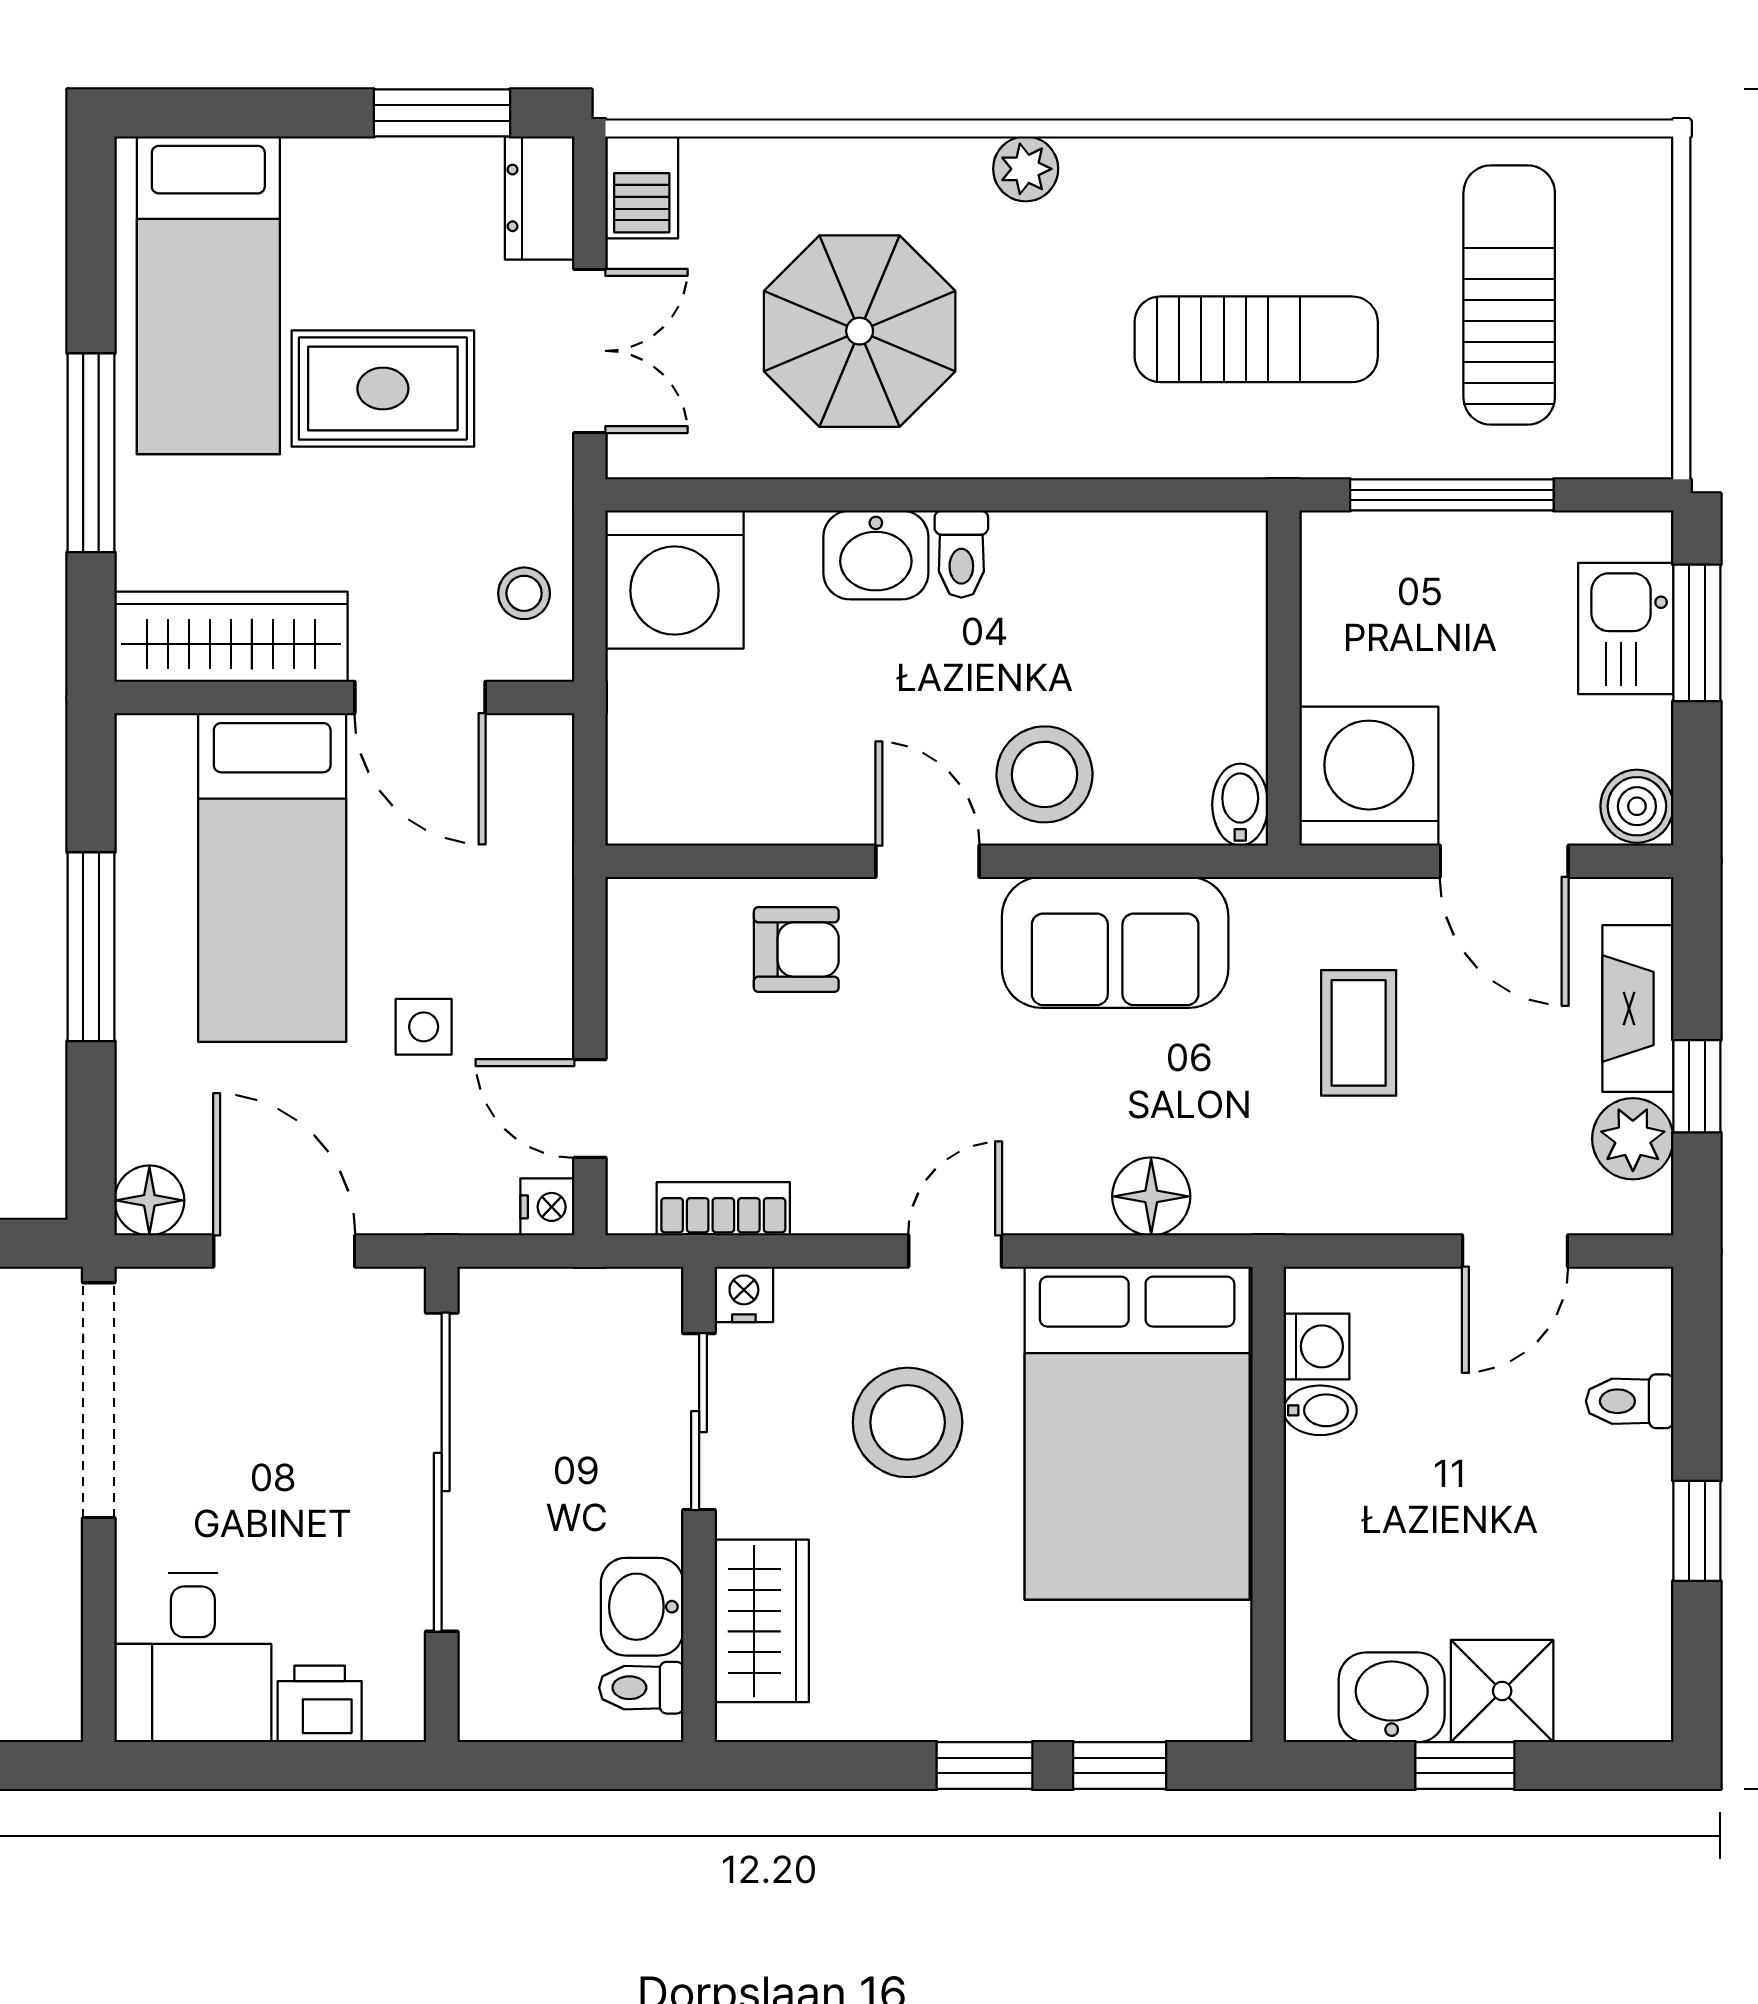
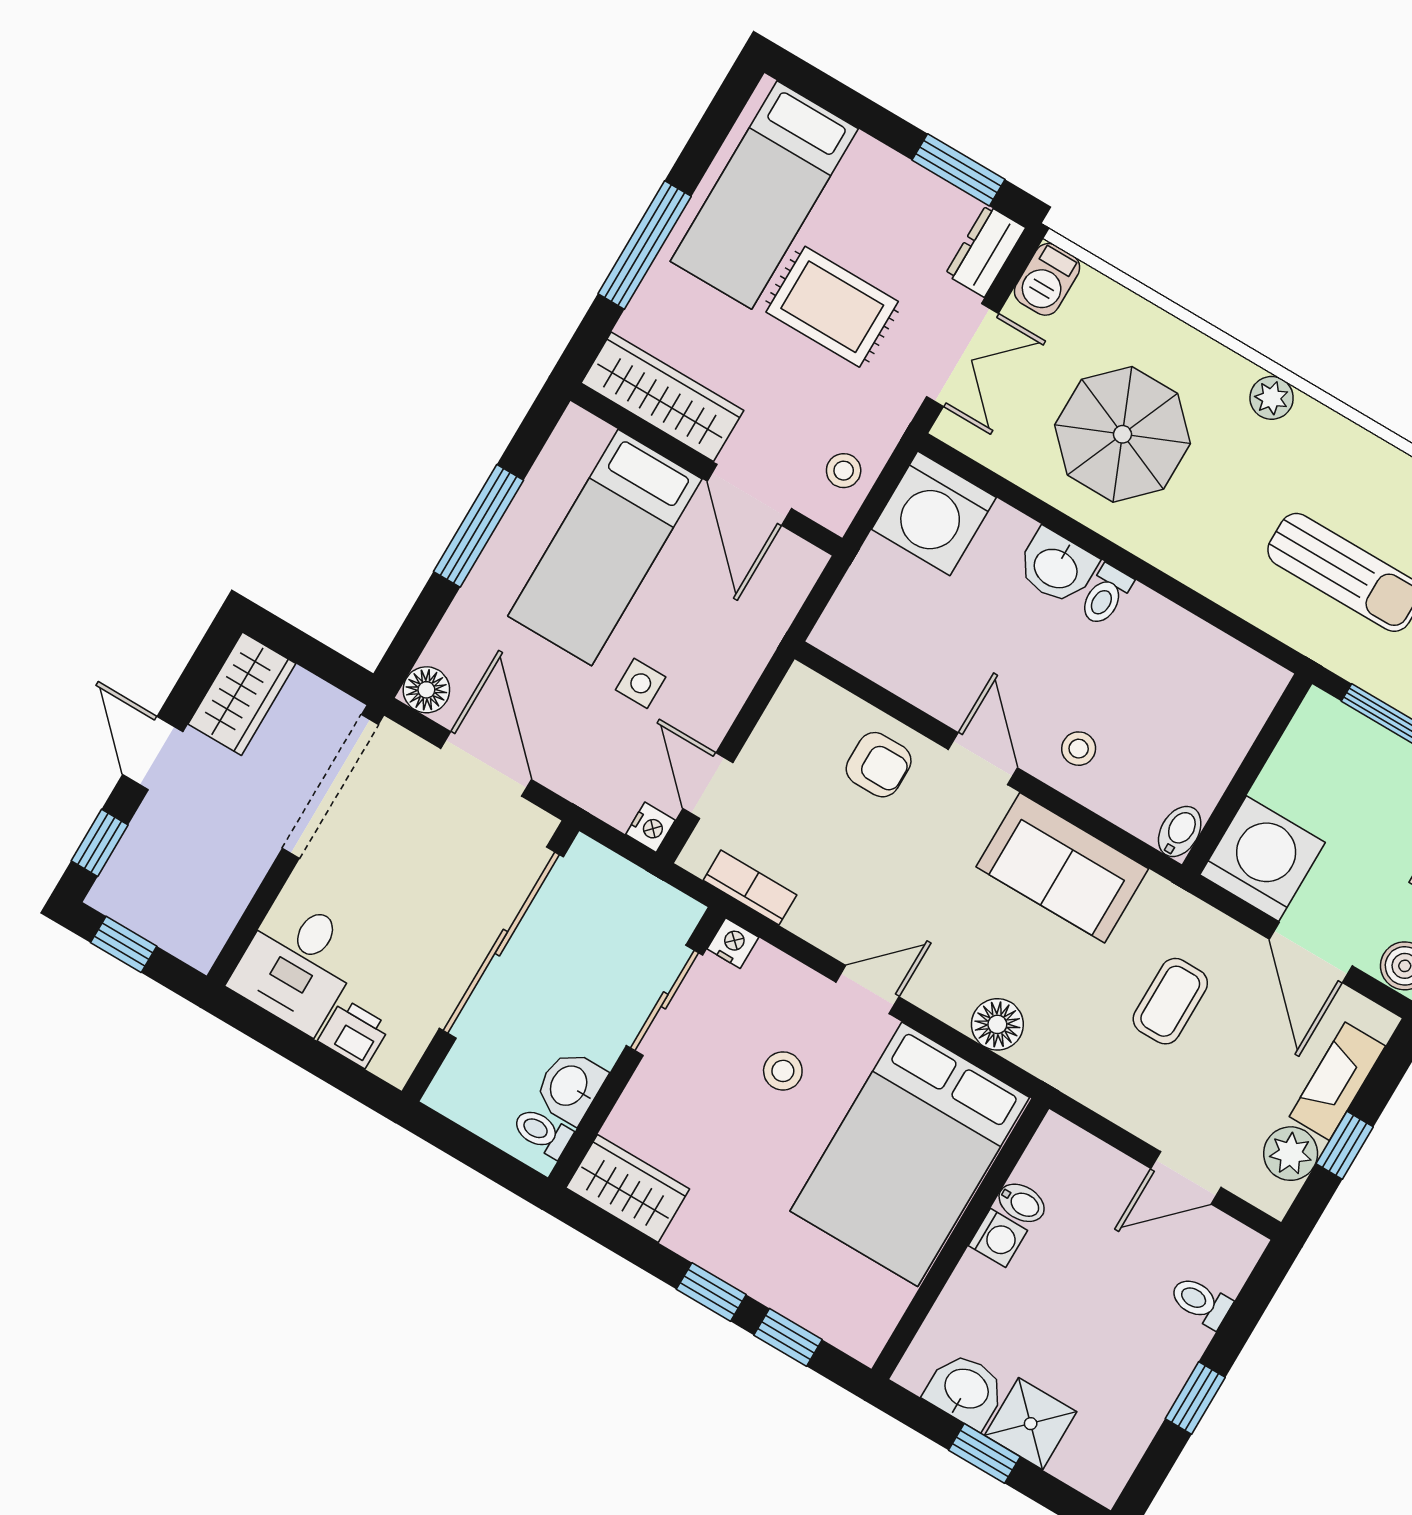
stool: (1045, 774) -> (1079, 749), width x0.53, depth x0.53
washing machine: (1317, 1346) -> (998, 1238), moved
stool: (908, 1422) -> (783, 1071), width x0.53, depth x0.53
wardrobe: (762, 1621) -> (628, 1188), moved, turned -90

